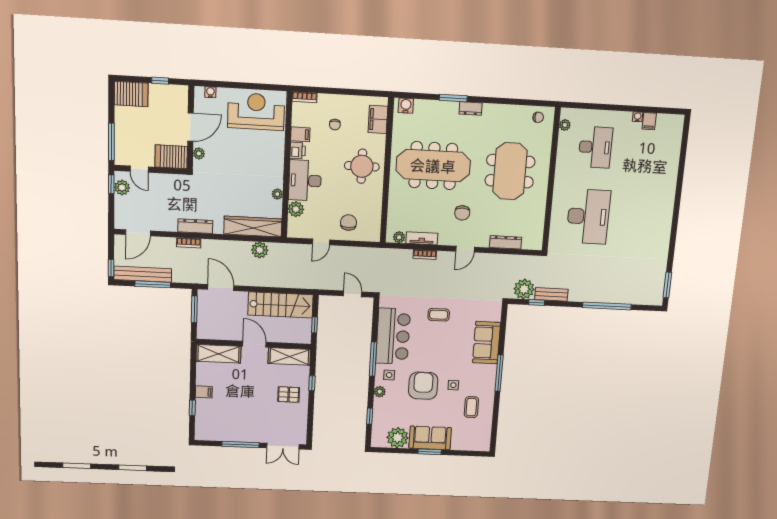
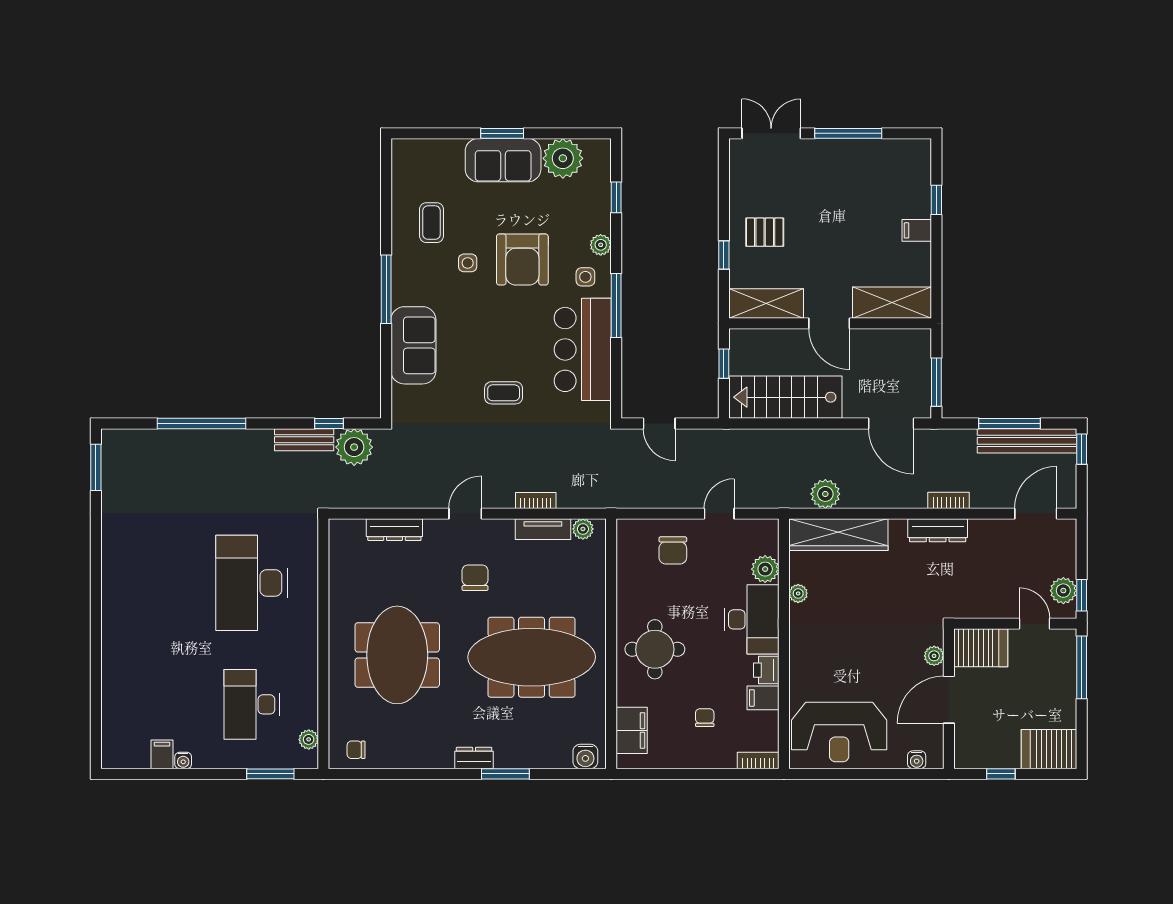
window: (589, 106) -> (270, 774), added

